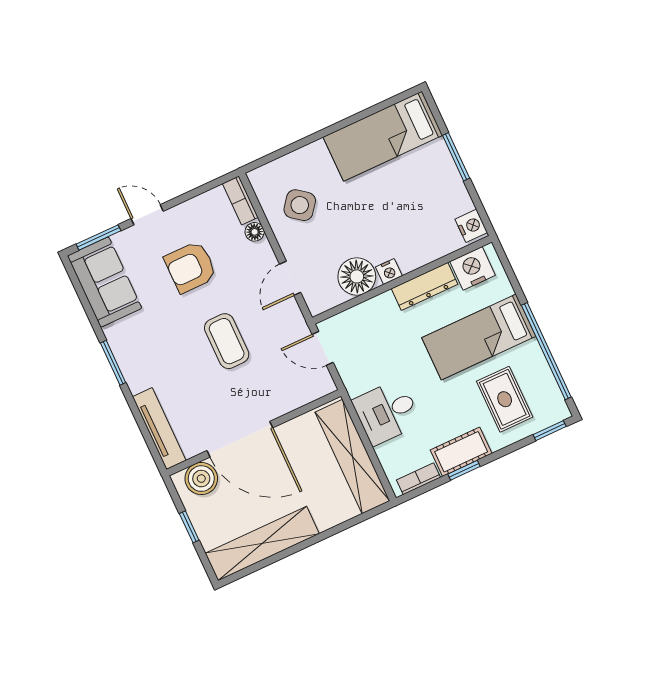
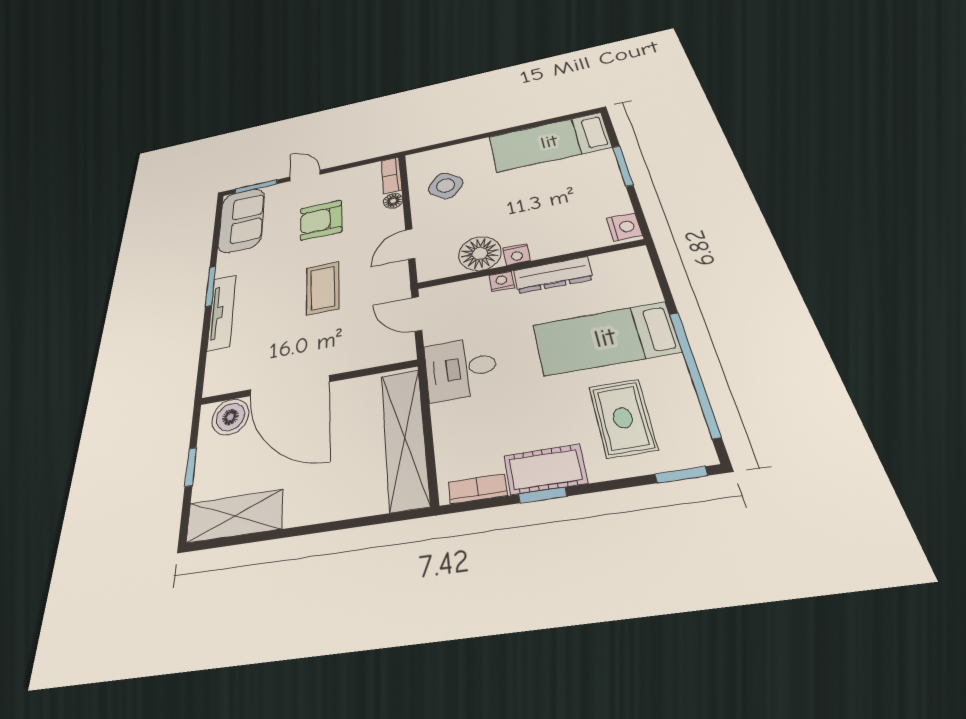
nightstand: (473, 268) -> (502, 281), moved, width x0.53, depth x0.56
desk: (387, 412) -> (461, 368), moved
tv unit: (159, 429) -> (222, 312), moved
shelving: (262, 544) -> (235, 516), width x0.68

